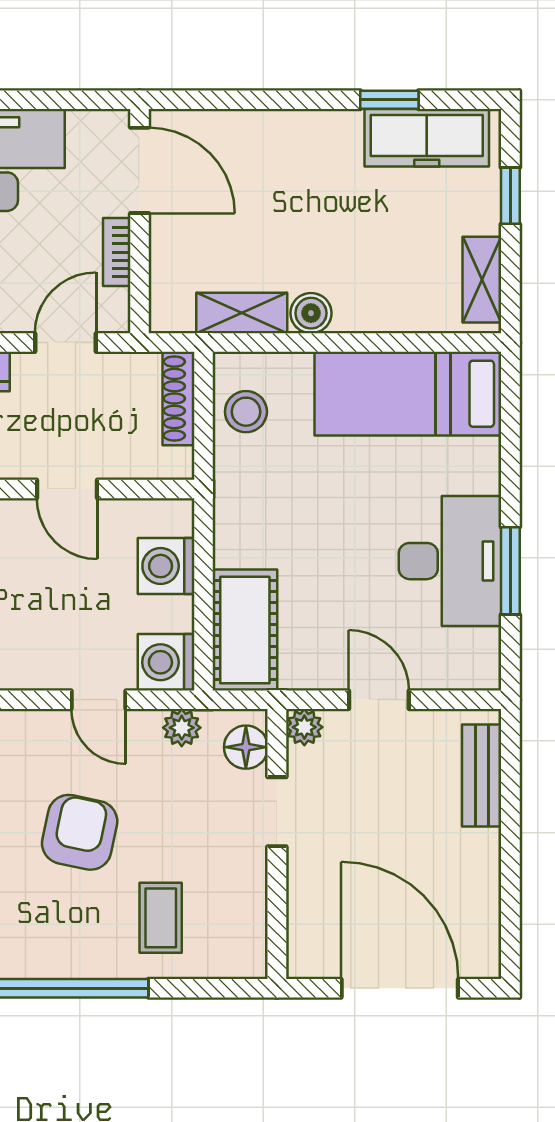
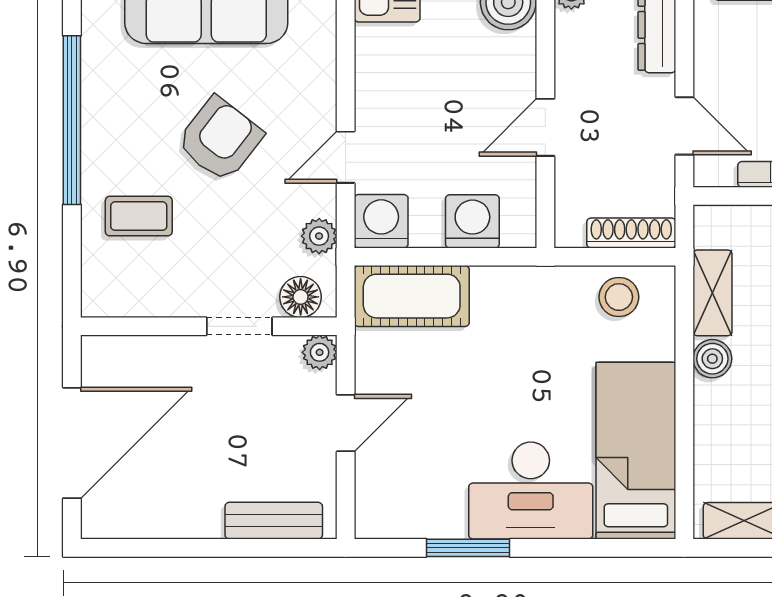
desk: (450, 561) -> (531, 491), moved
armchair: (80, 832) -> (220, 139), turned -64

